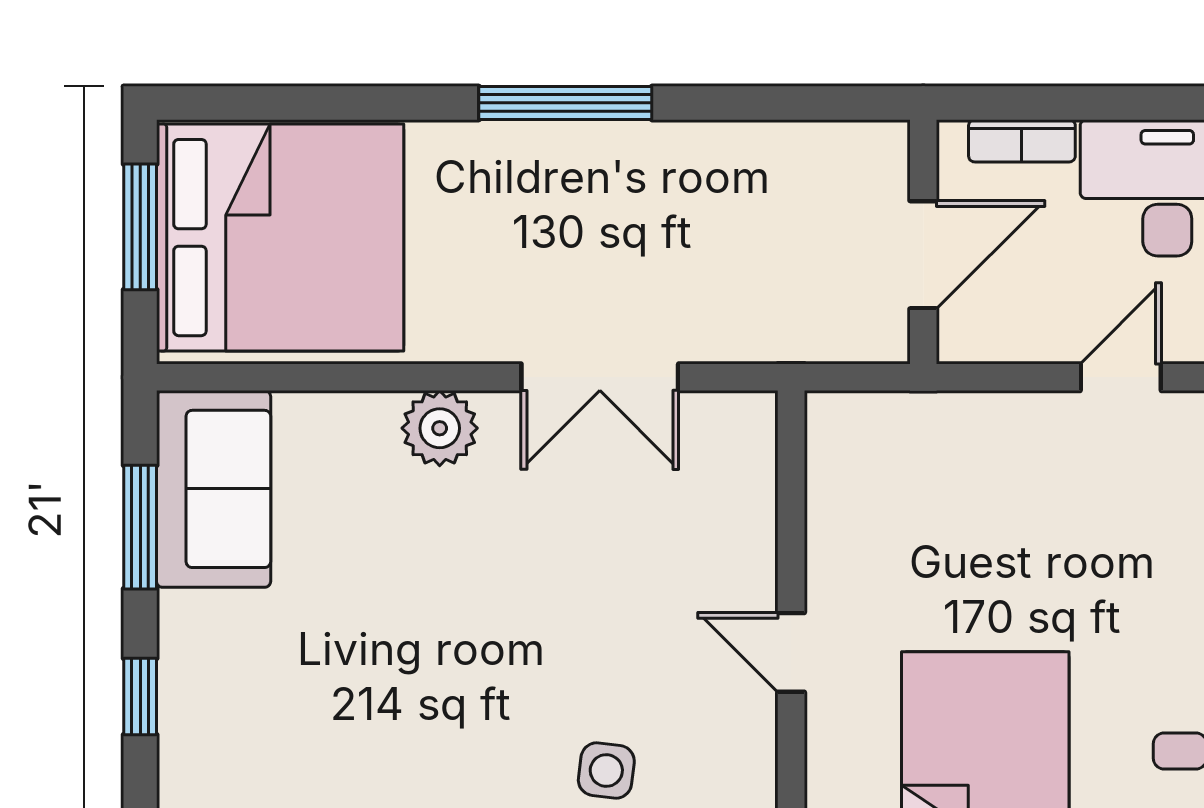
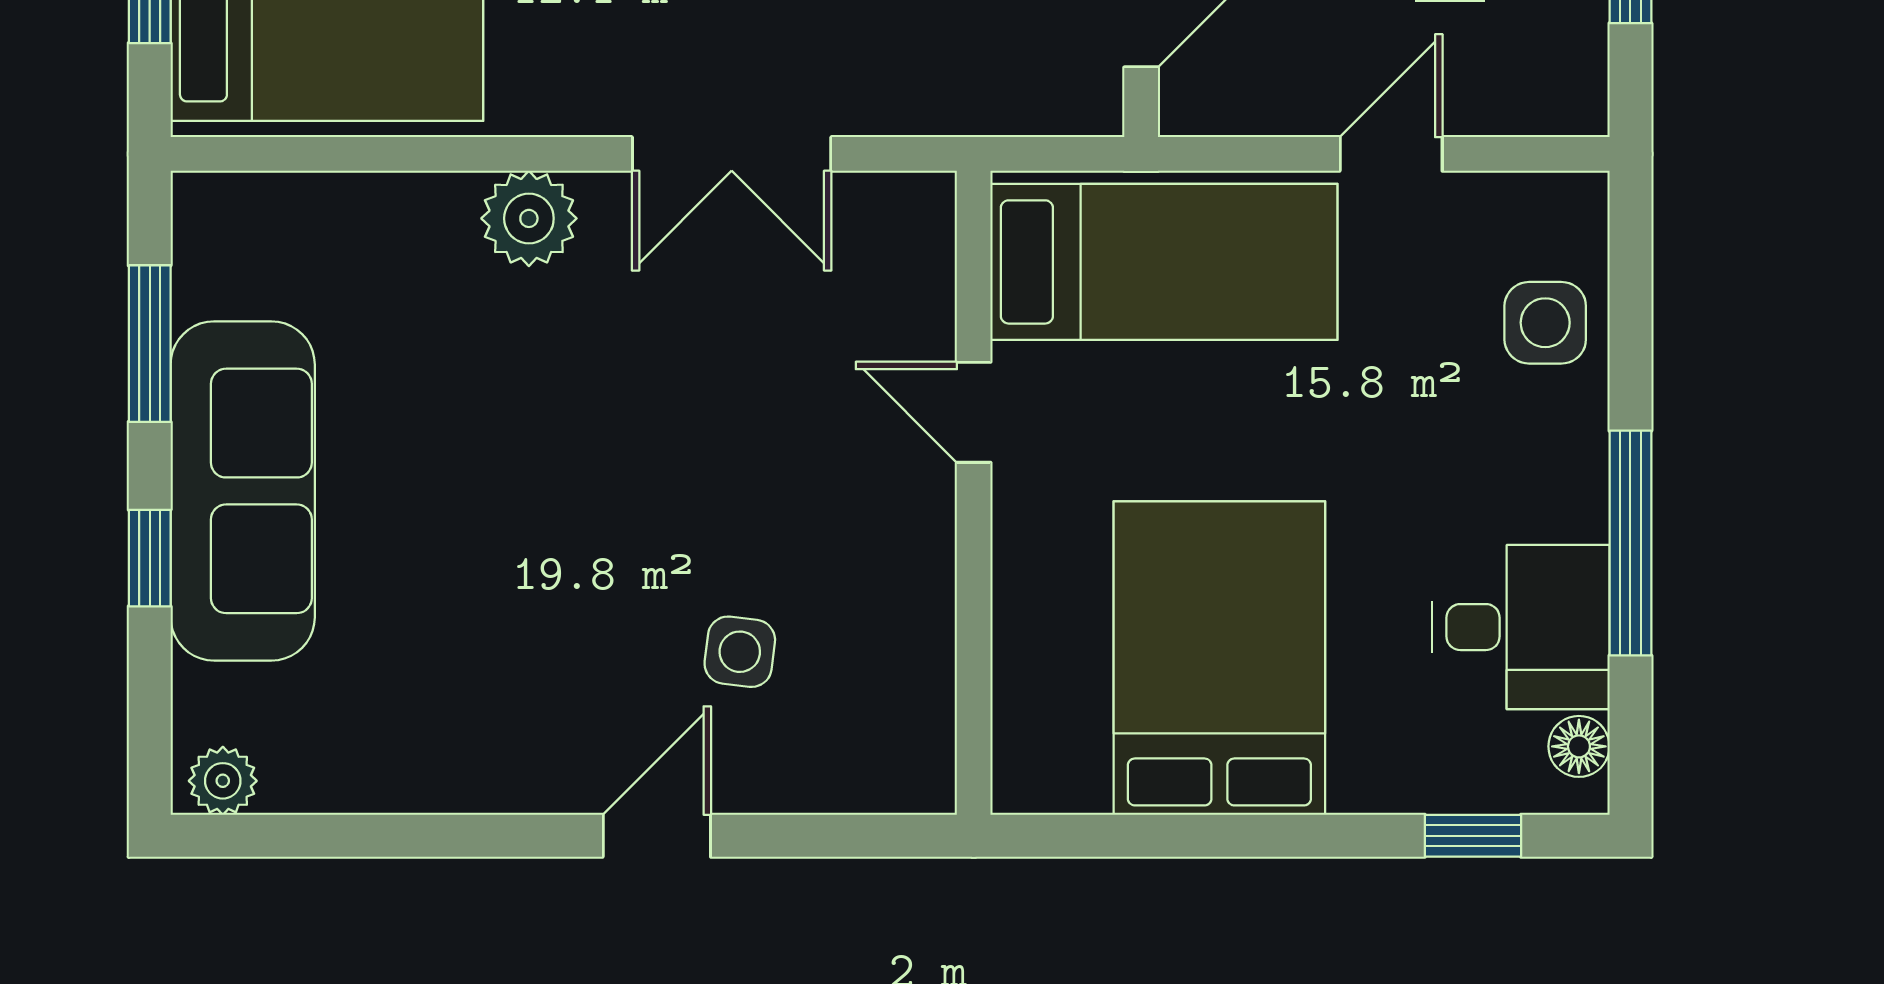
bed: (941, 463) -> (1164, 262), added
sofa: (214, 489) -> (243, 491), moved, width x1.36
door: (791, 652) -> (974, 412), moved

